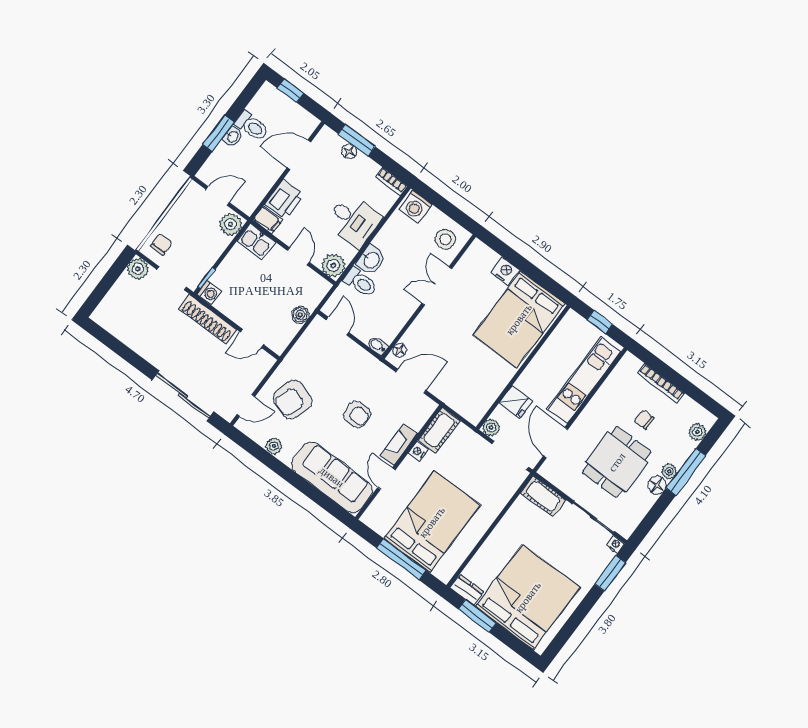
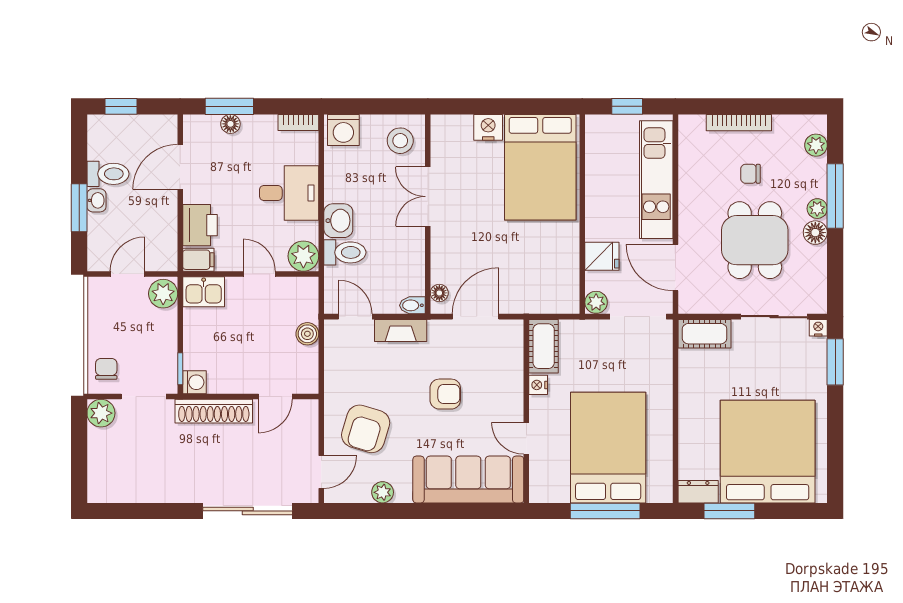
fireplace: (399, 445) -> (401, 330), moved, turned -90

